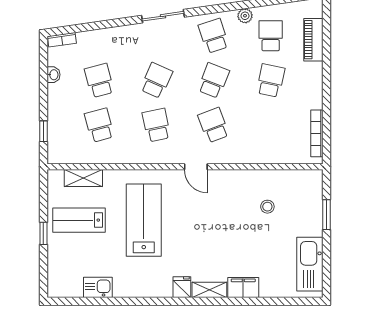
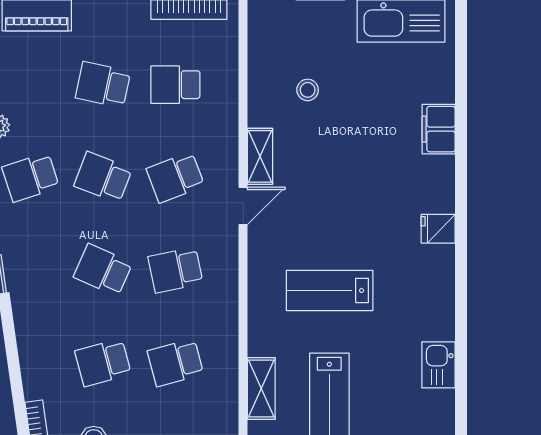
school desk: (271, 36) -> (175, 85), moved
lab bench: (144, 220) -> (330, 290), width x0.73, depth x0.72
shelving: (209, 290) -> (260, 156), moved

